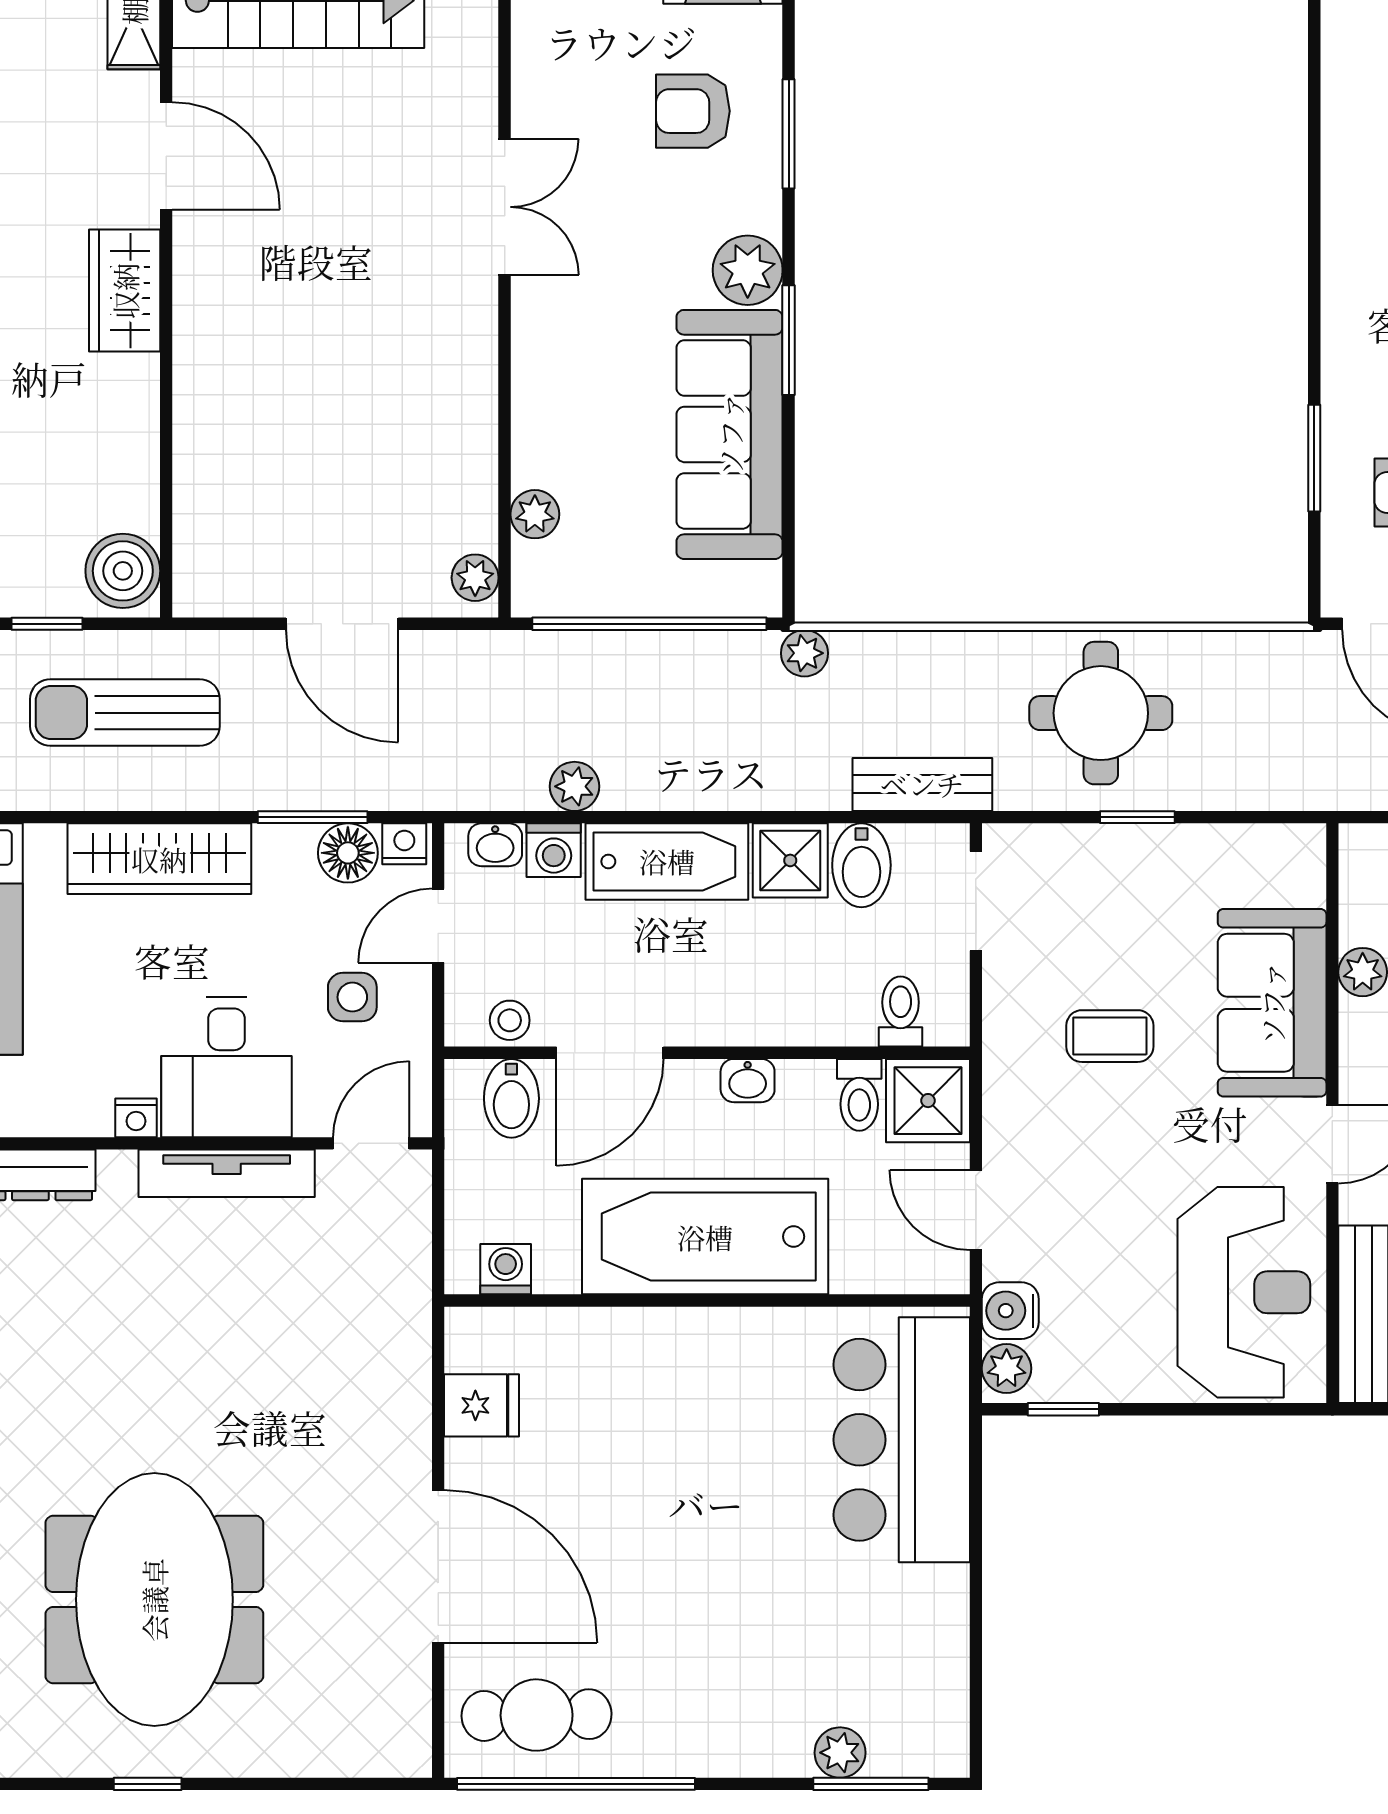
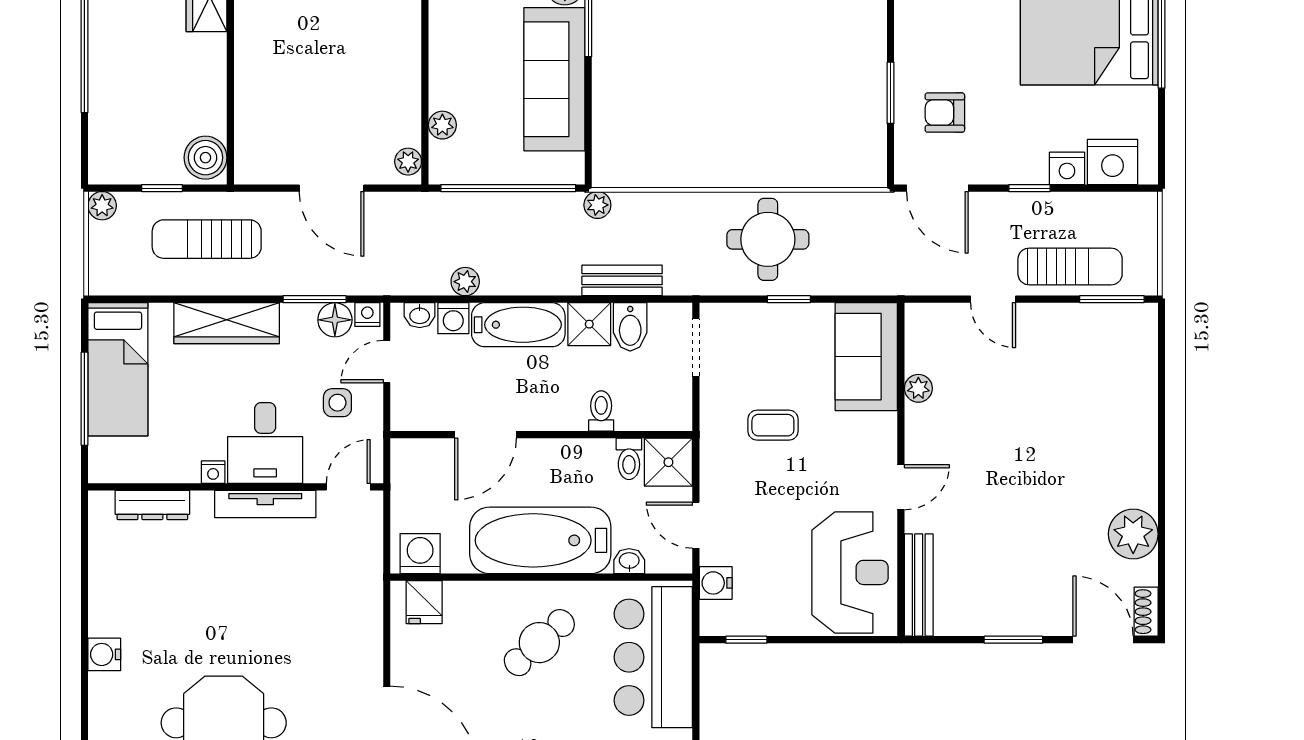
bench: (922, 784) -> (622, 280), moved
sofa: (1272, 1003) -> (866, 357), moved
toilet: (901, 1012) -> (601, 411), moved
stool: (510, 1020) -> (428, 416), removed
washbasin: (748, 1081) -> (629, 561), moved, turned 180
bidet: (511, 1098) -> (429, 461), removed
washing machine: (506, 1269) -> (420, 554), width x1.38, depth x1.38
plant: (1007, 1368) -> (714, 616), removed
fridge: (481, 1405) -> (424, 602), moved, turned 90
cafe table: (703, 1414) -> (539, 643), added

